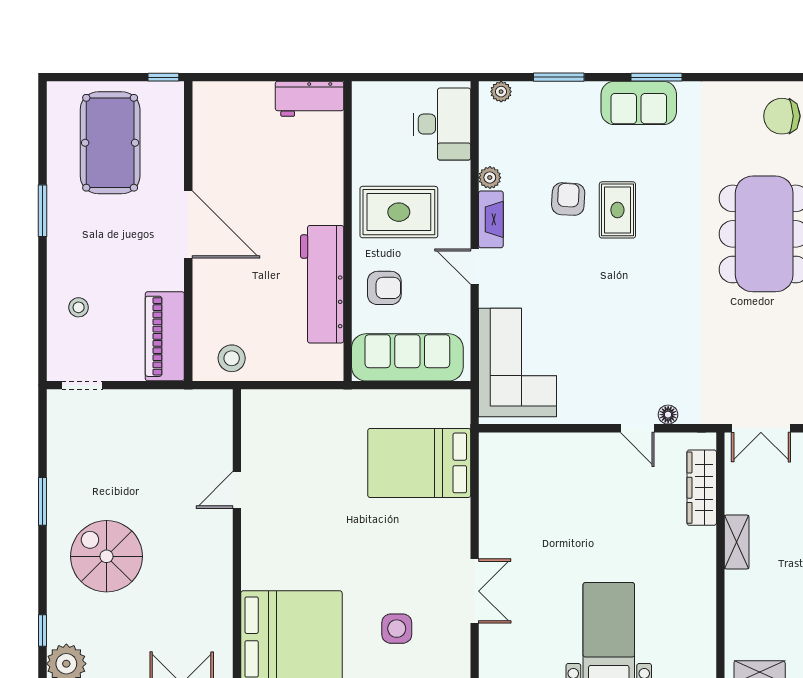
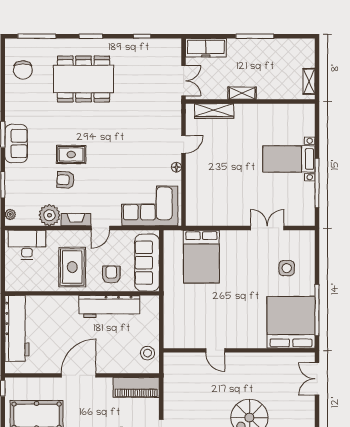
workbench: (309, 99) -> (17, 328), width x1.88, depth x1.32
plant: (490, 178) -> (49, 215), width x1.87, depth x1.87
floor lamp: (668, 415) -> (176, 167), moved

